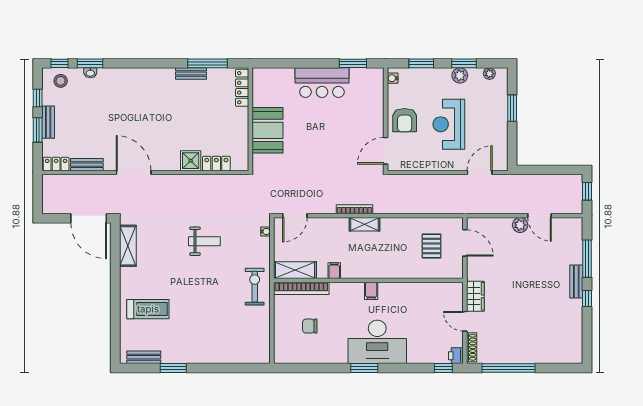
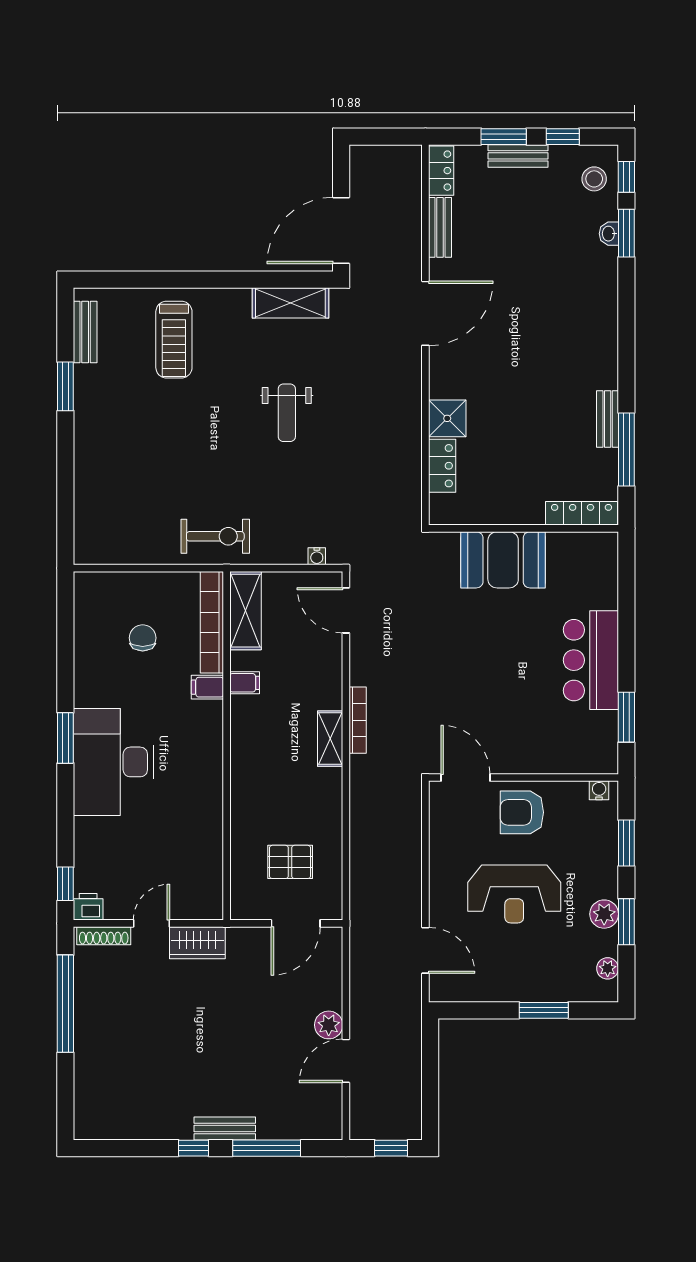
reception desk: (449, 124) -> (514, 894), turned 180
weight bench: (204, 241) -> (287, 413), moved
filing cabinet: (371, 291) -> (207, 687), moved

